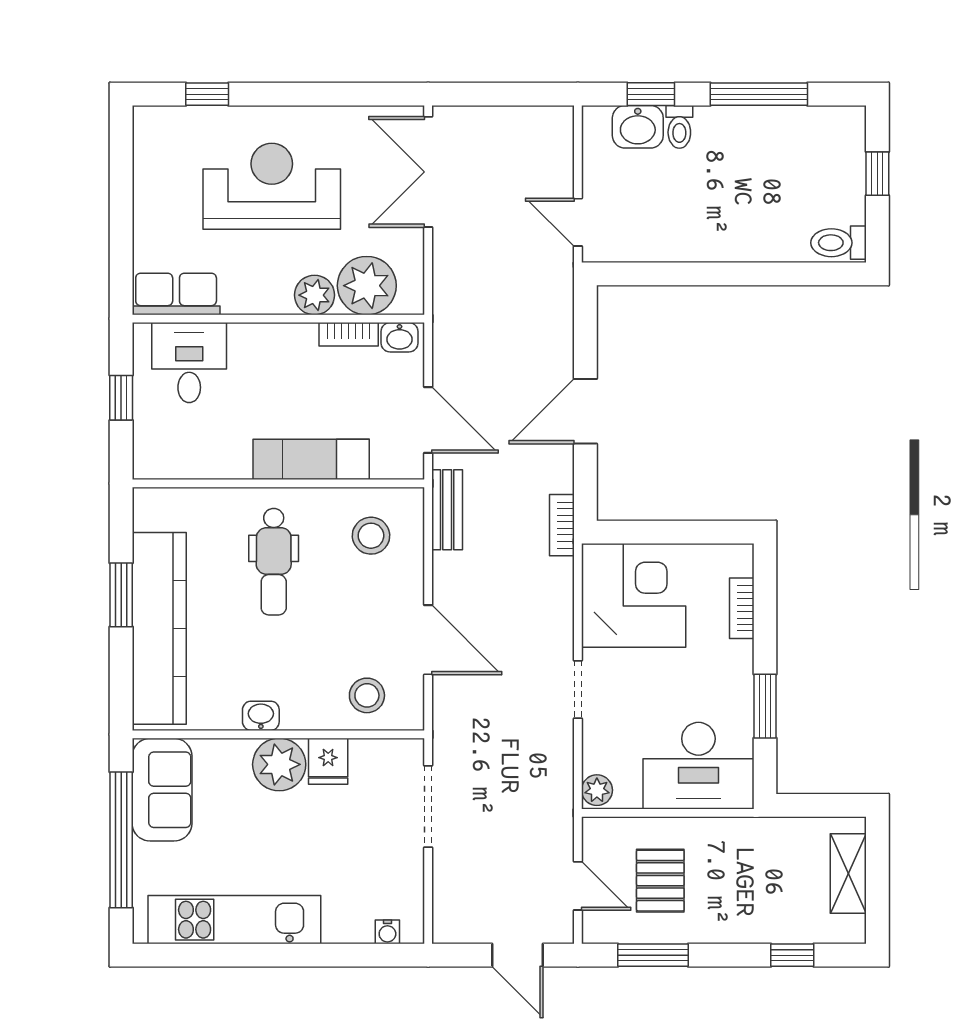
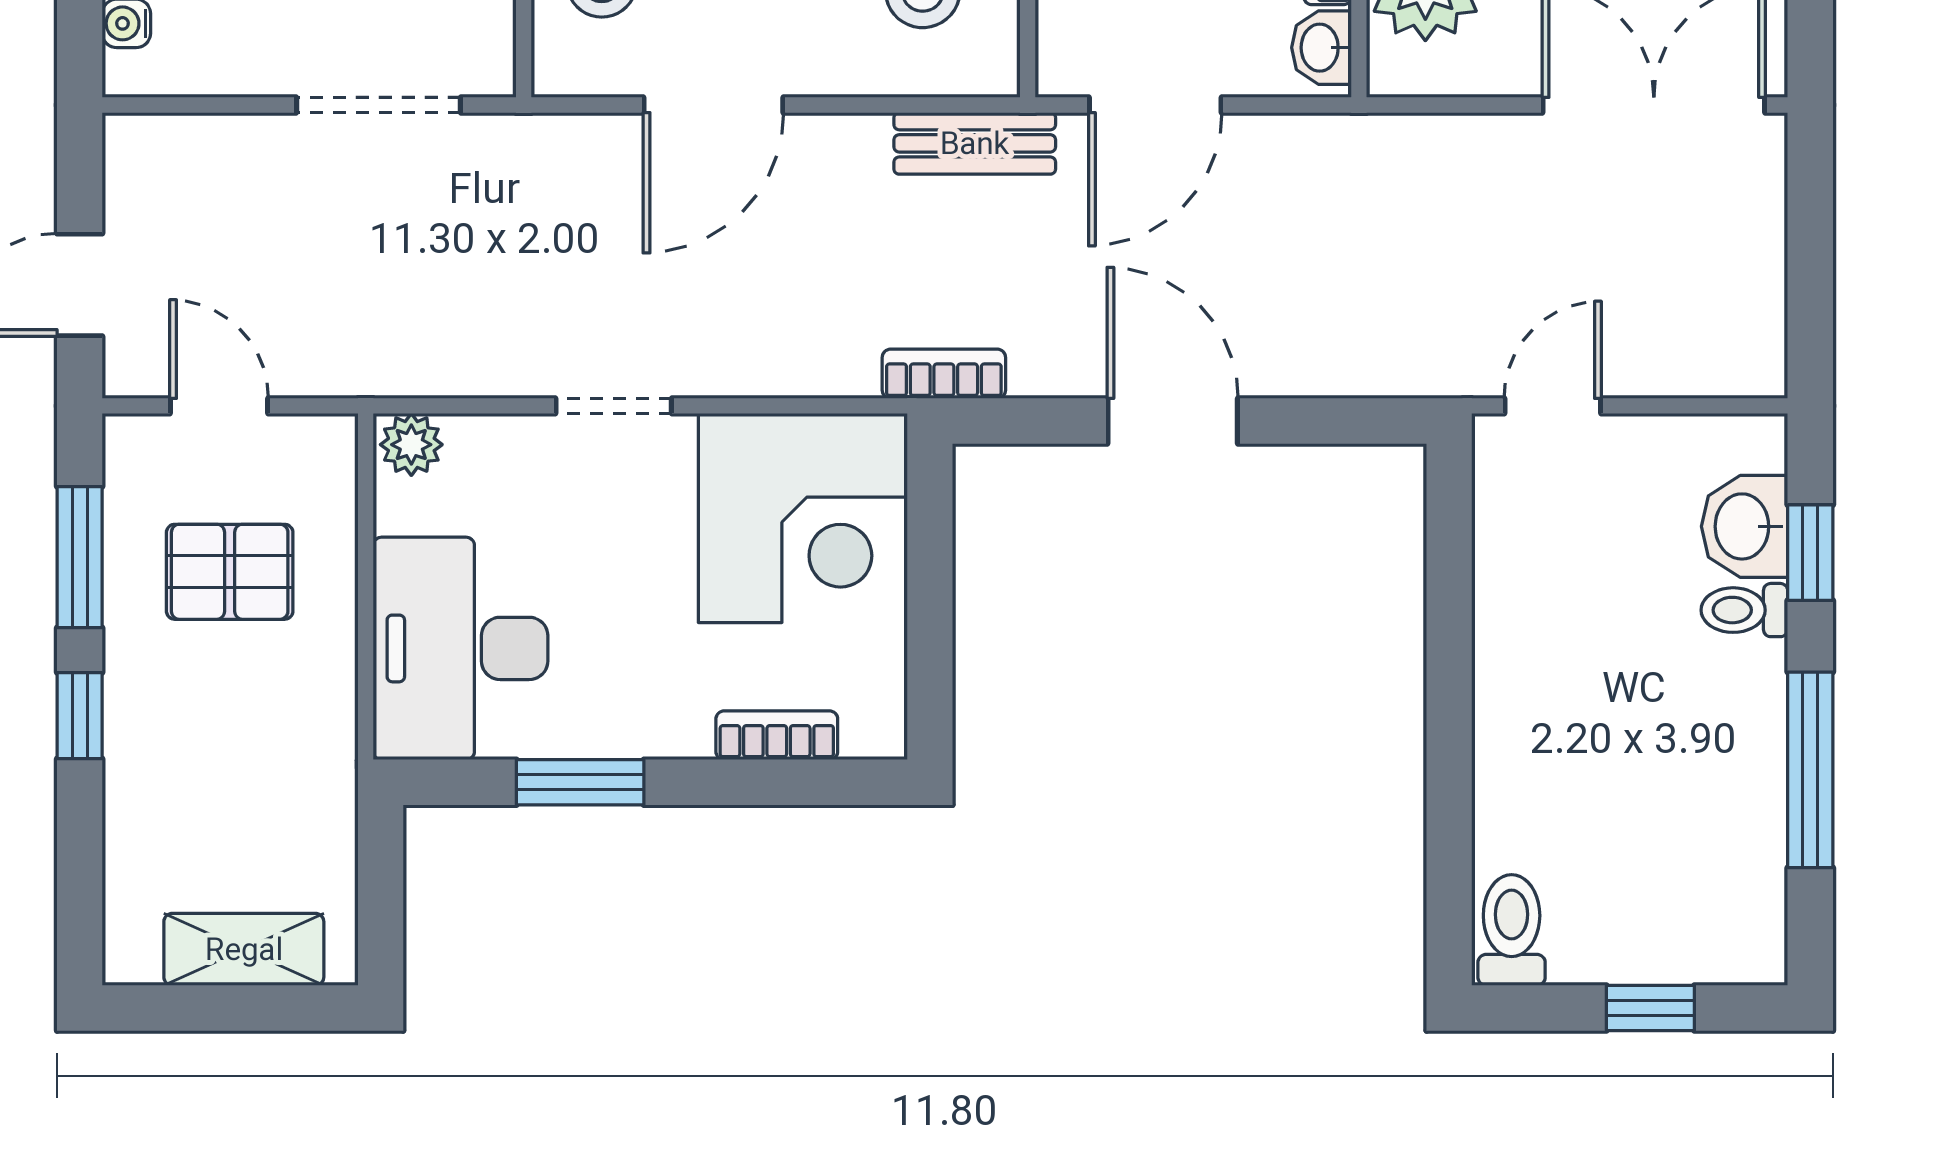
door: (578, 886) -> (219, 406), swing flipped
window: (792, 955) -> (80, 716), moved

